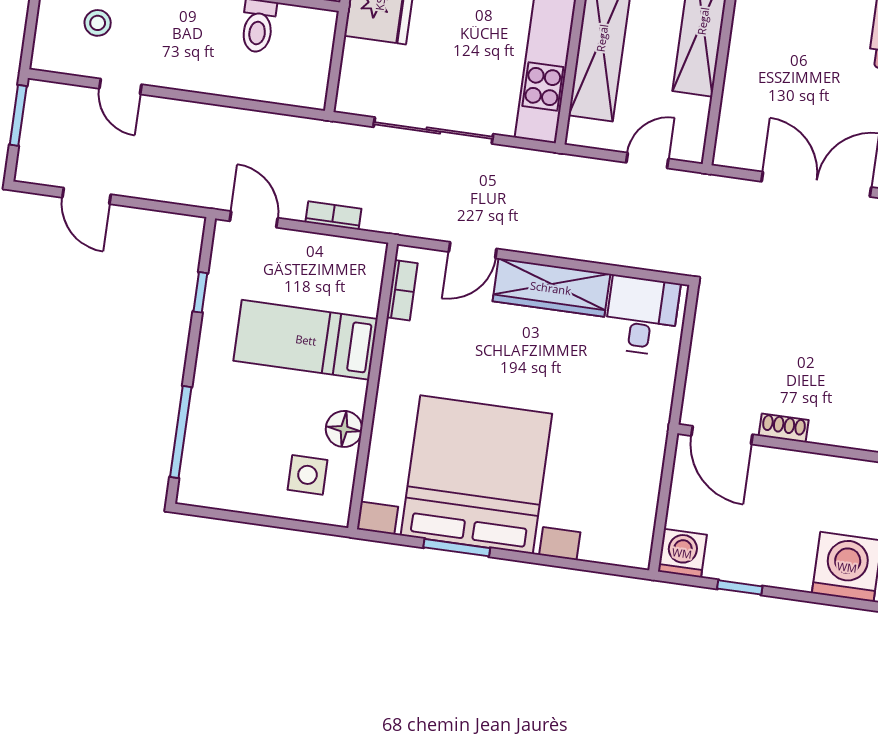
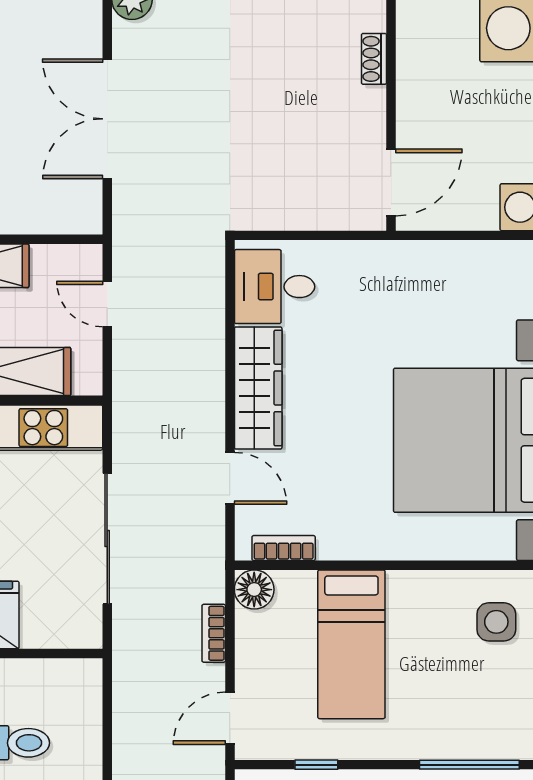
shoe rack: (784, 428) -> (374, 59), moved
floor lamp: (344, 429) -> (254, 590), moved

